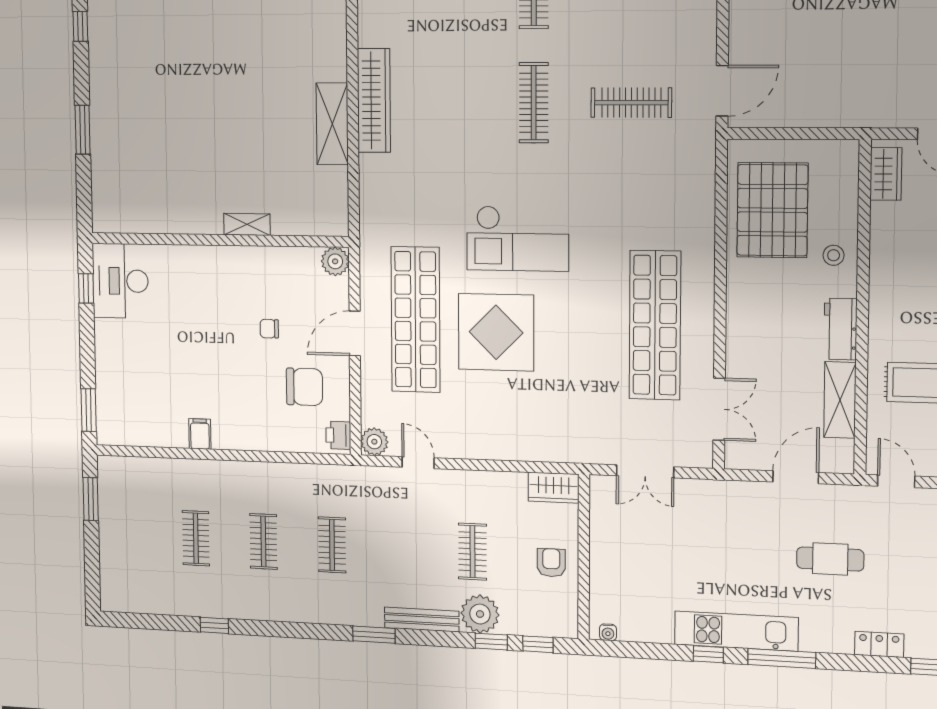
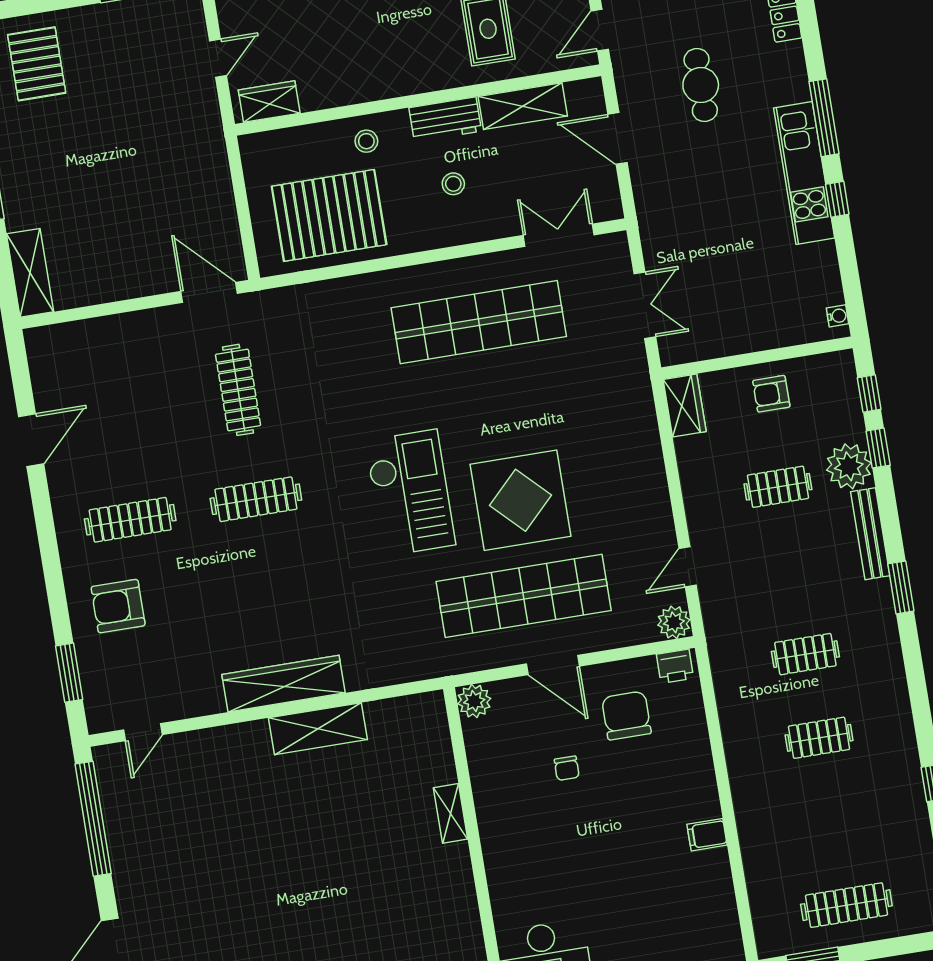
stool: (781, 326) -> (453, 184), added
clothes rail: (196, 538) -> (846, 905), moved, width x1.36

